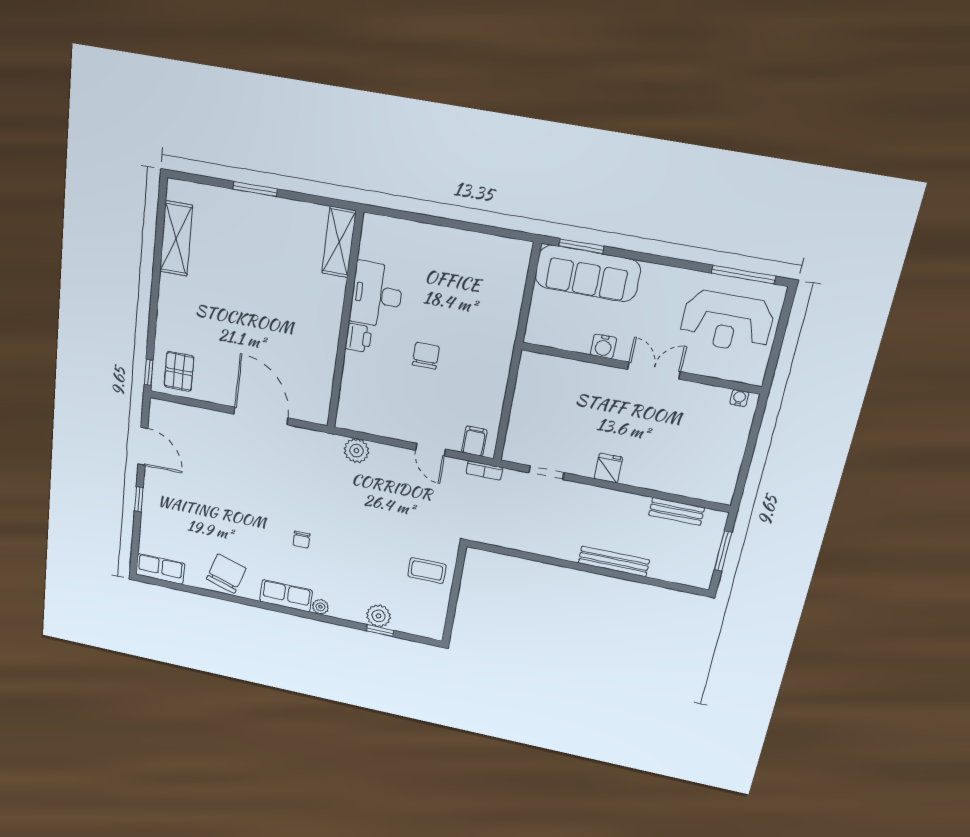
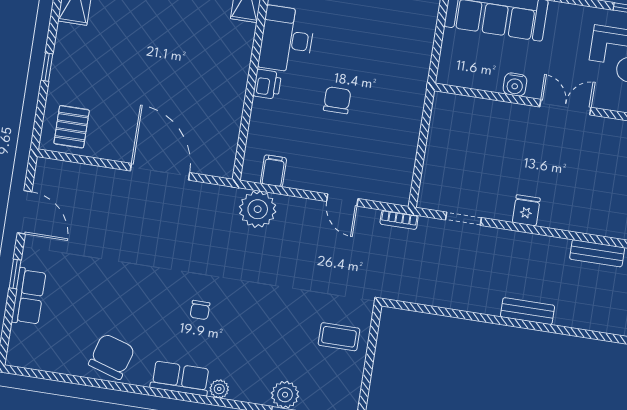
window: (149, 372) -> (47, 67), moved
filing cabinet: (474, 441) -> (273, 171), moved
plant: (357, 451) -> (258, 209), width x1.36, depth x1.36
bench: (614, 561) -> (527, 311), width x0.73
row of seats: (160, 569) -> (29, 297), moved, turned 90

